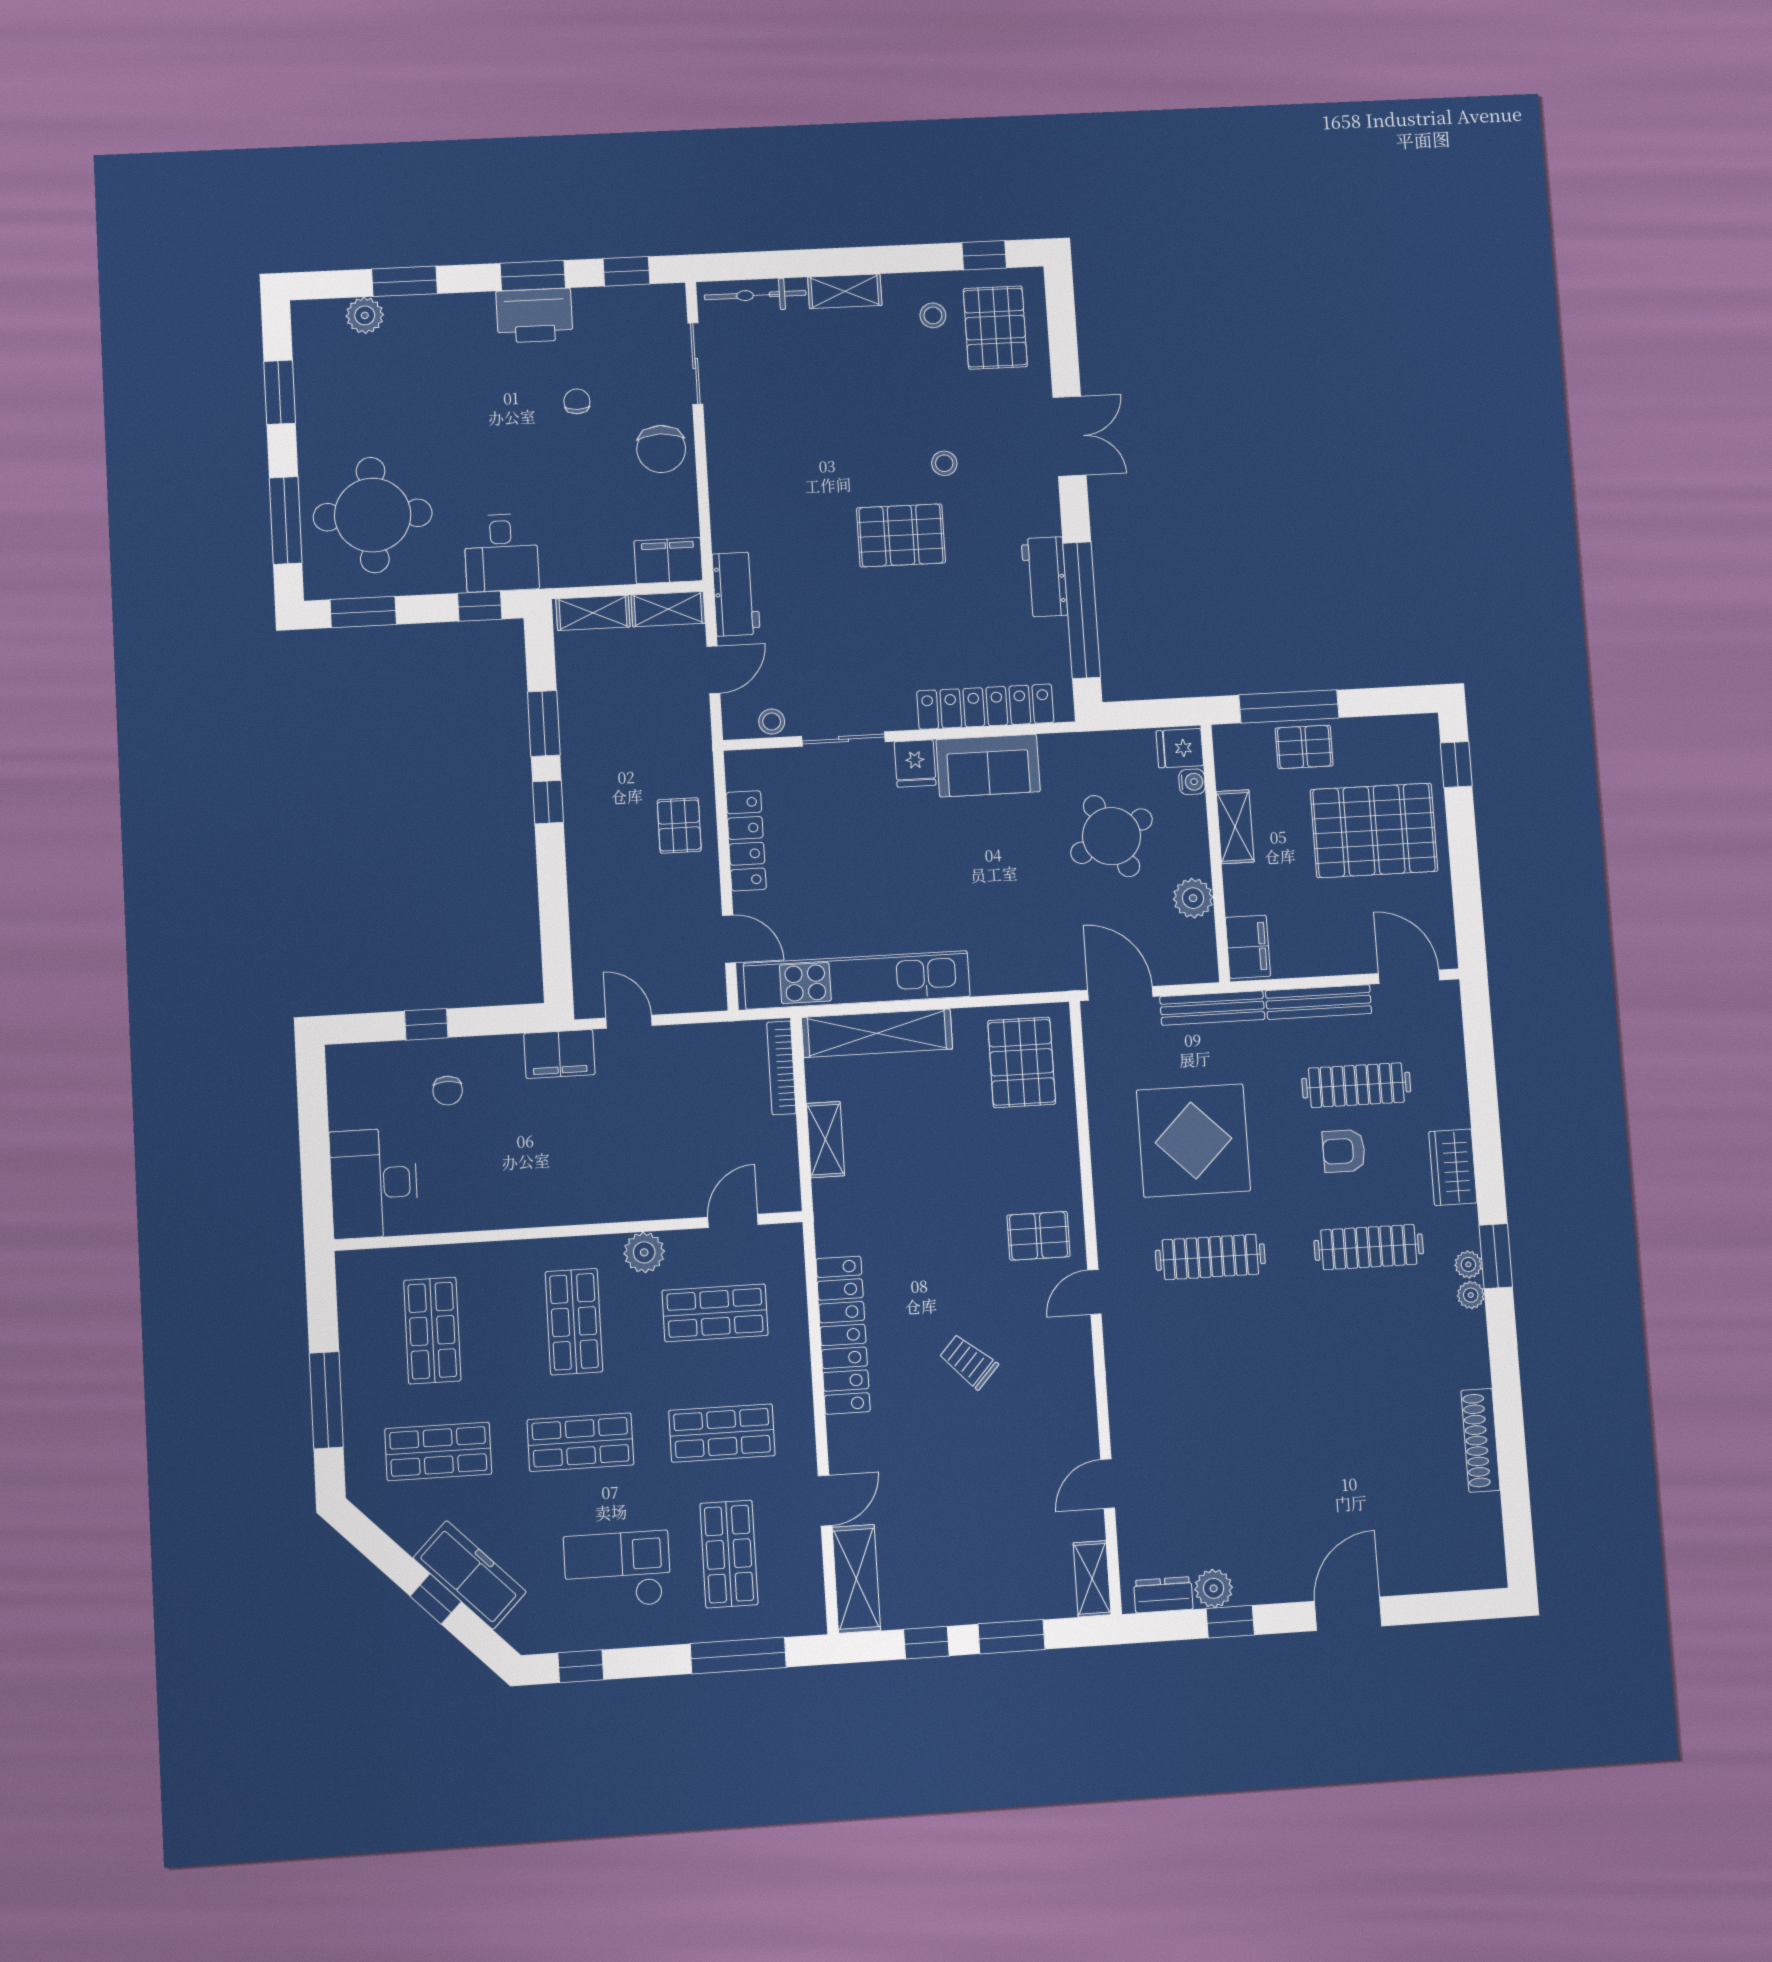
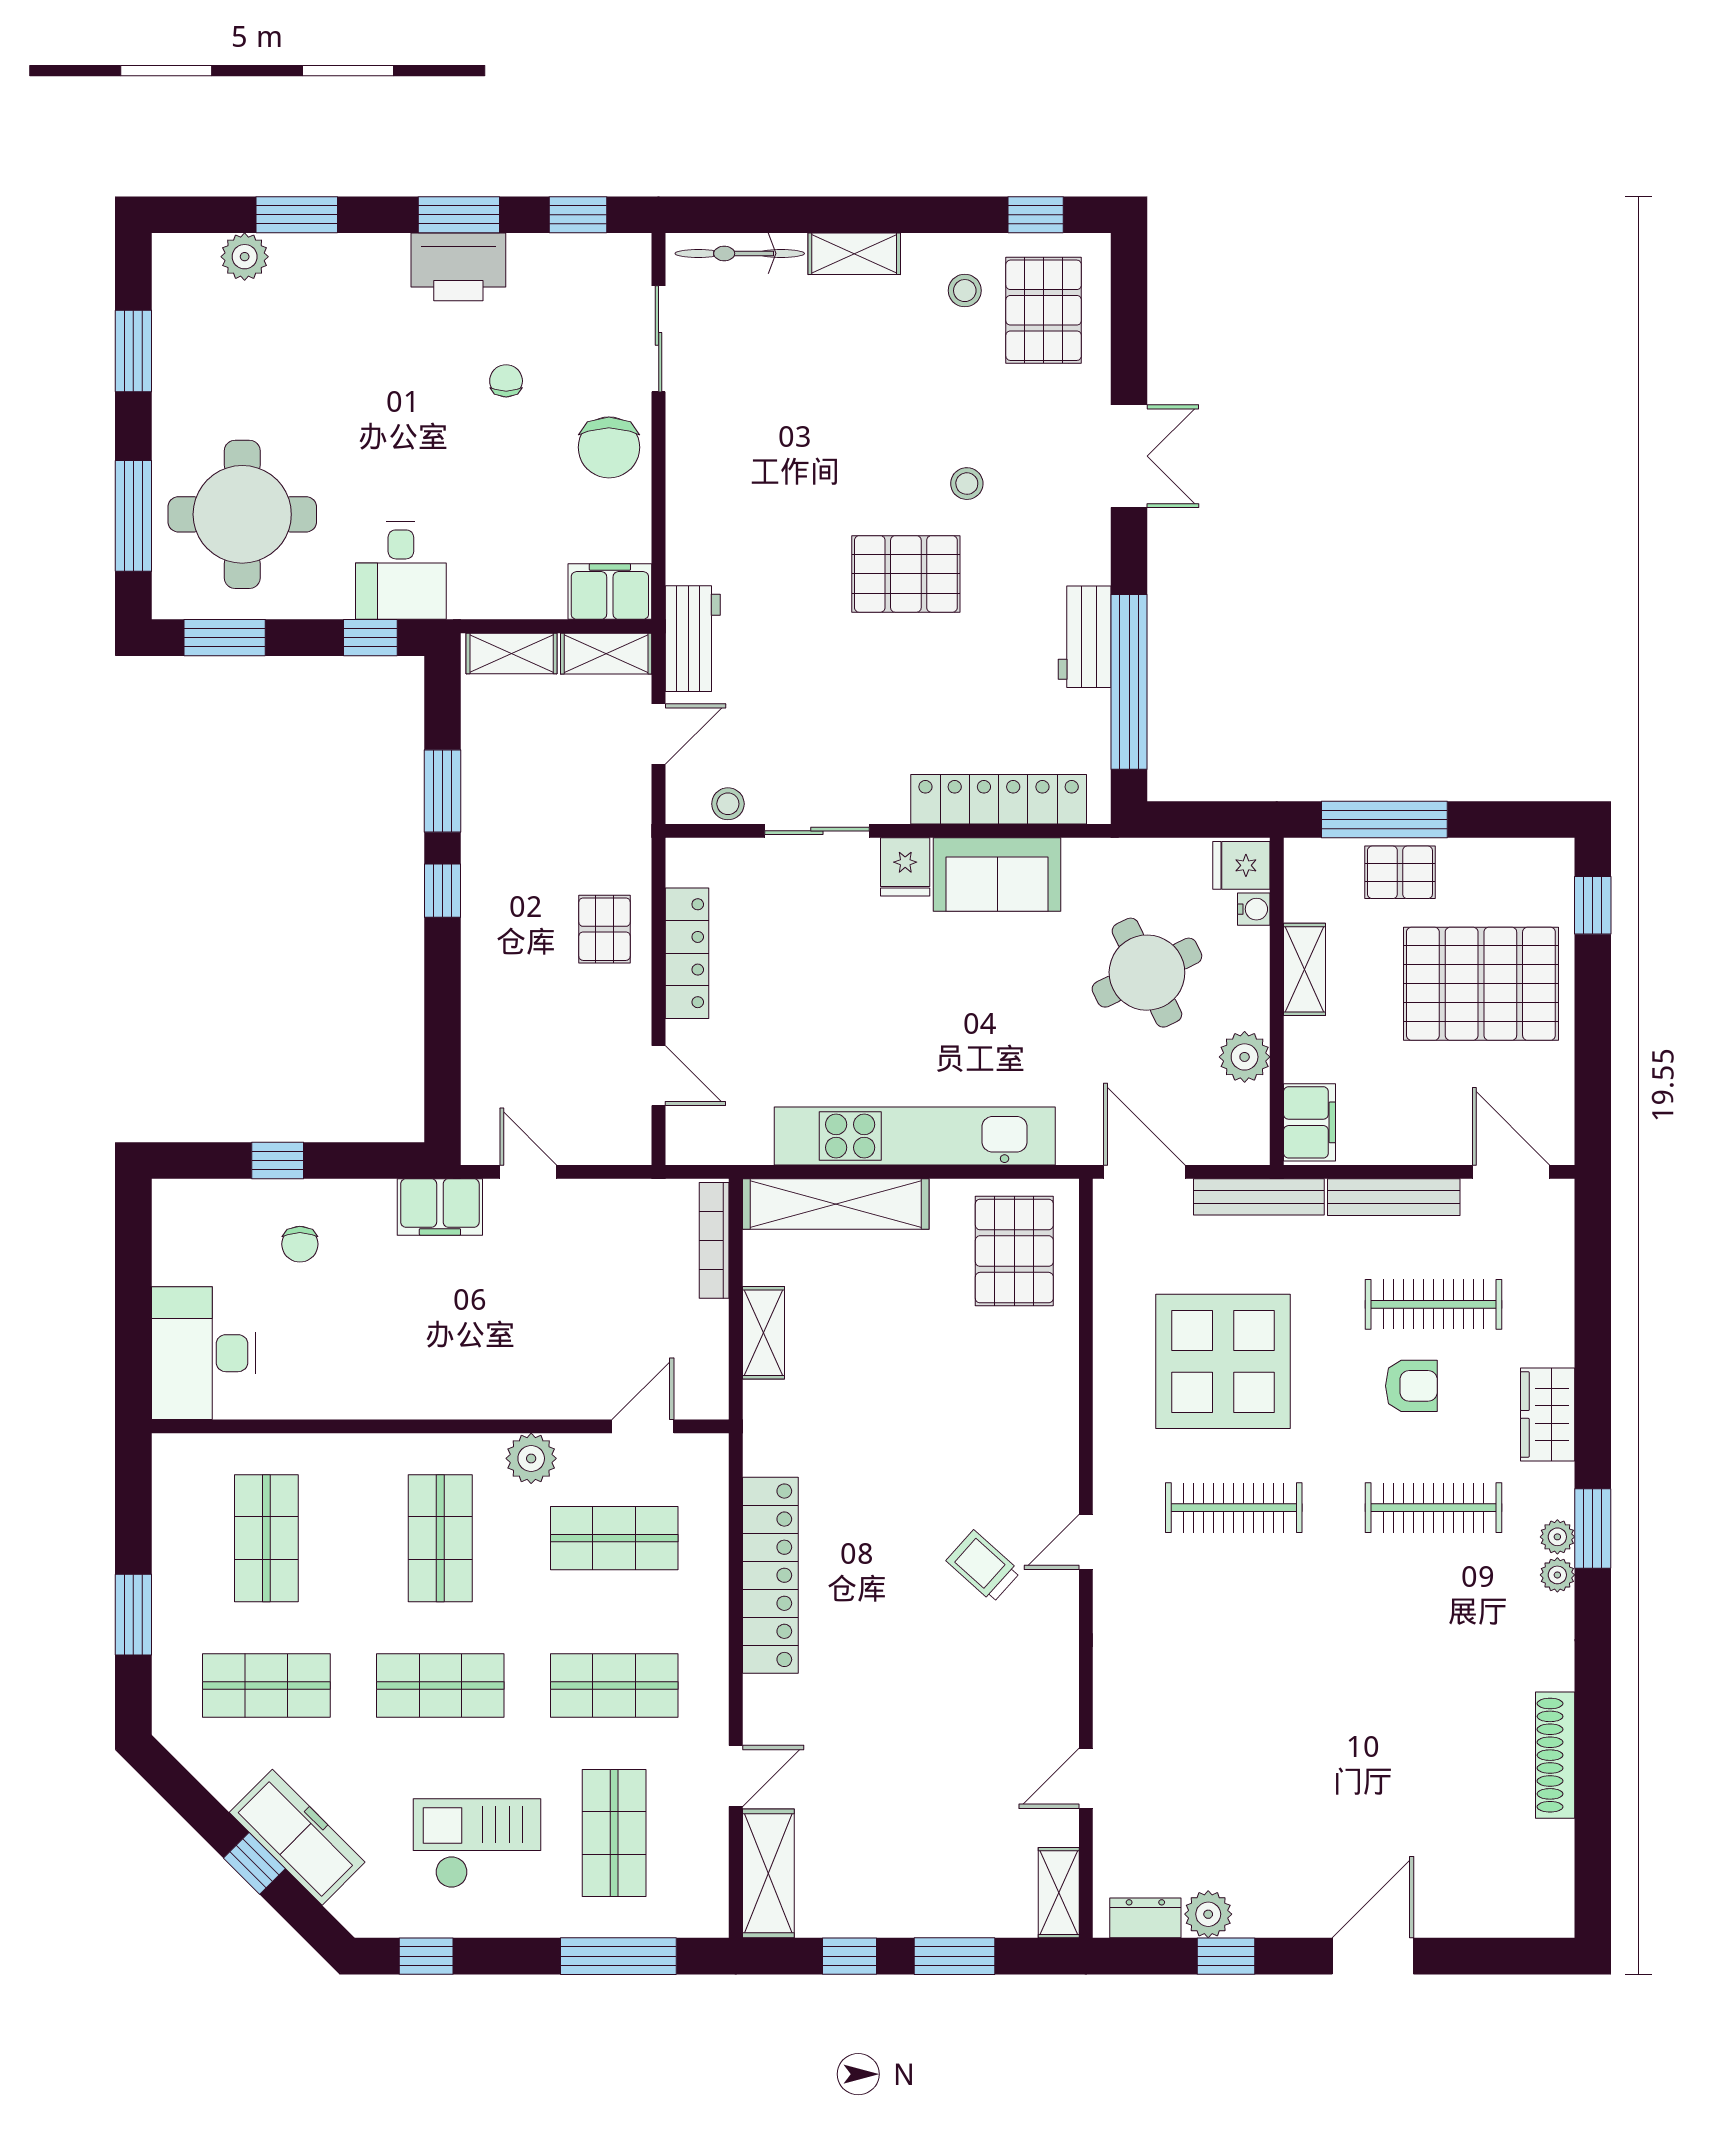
kitchen unit: (857, 980) -> (915, 1136), moved
armchair: (1344, 1151) -> (1411, 1386), turned 180
pallet: (1039, 1236) -> (1021, 1468), removed
trolley: (969, 1361) -> (983, 1566), moved
window: (326, 1400) -> (133, 1615), width x0.69

